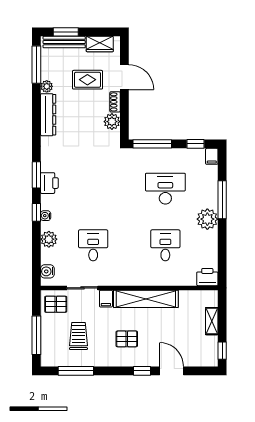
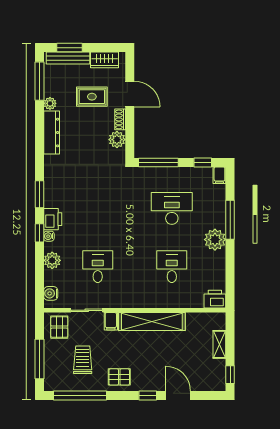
printer: (49, 183) -> (53, 219), moved
pallet: (56, 304) -> (59, 327), turned 90
pallet: (127, 339) -> (119, 377), moved
window: (76, 371) -> (80, 395), width x1.46

